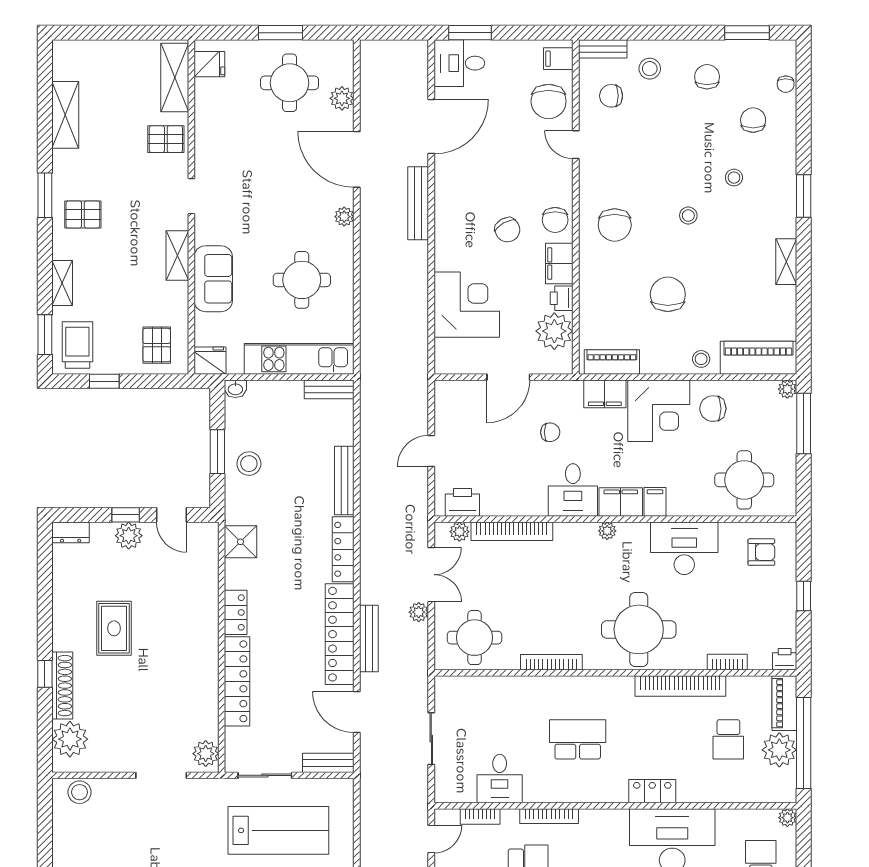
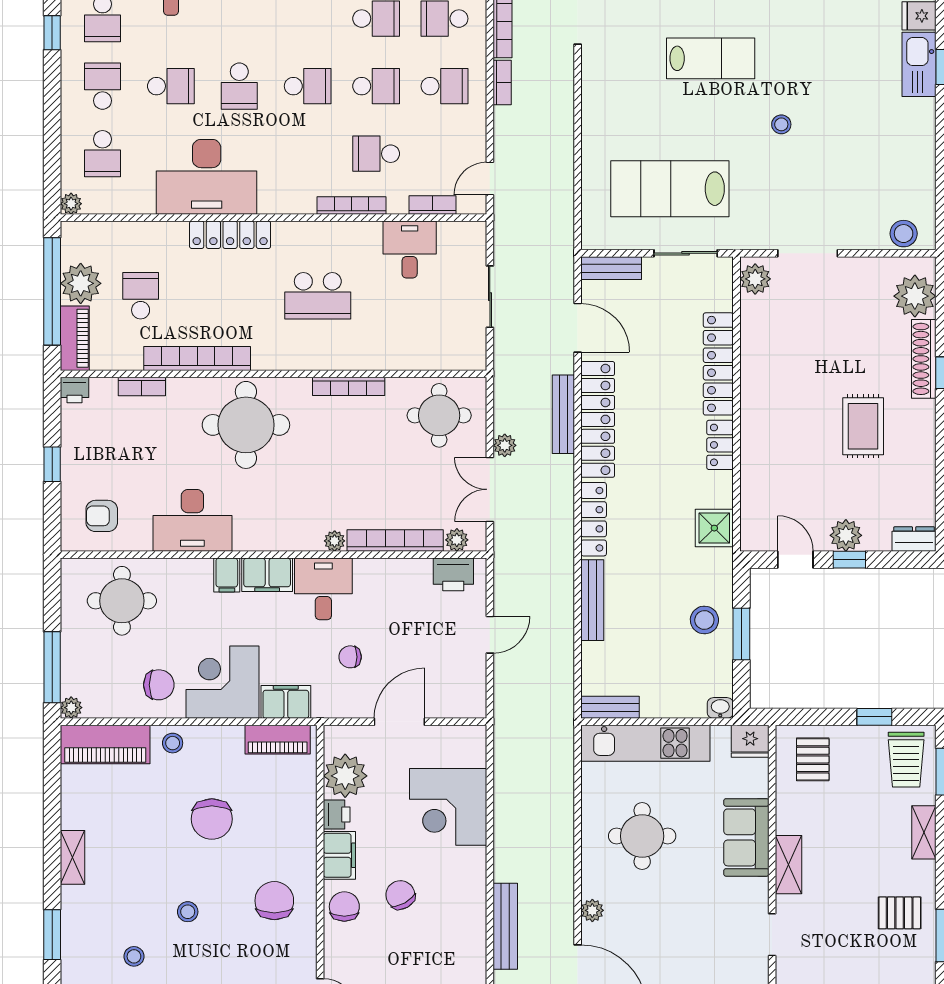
plant: (607, 531) -> (335, 541), moved
locker: (652, 791) -> (230, 235), width x1.53

